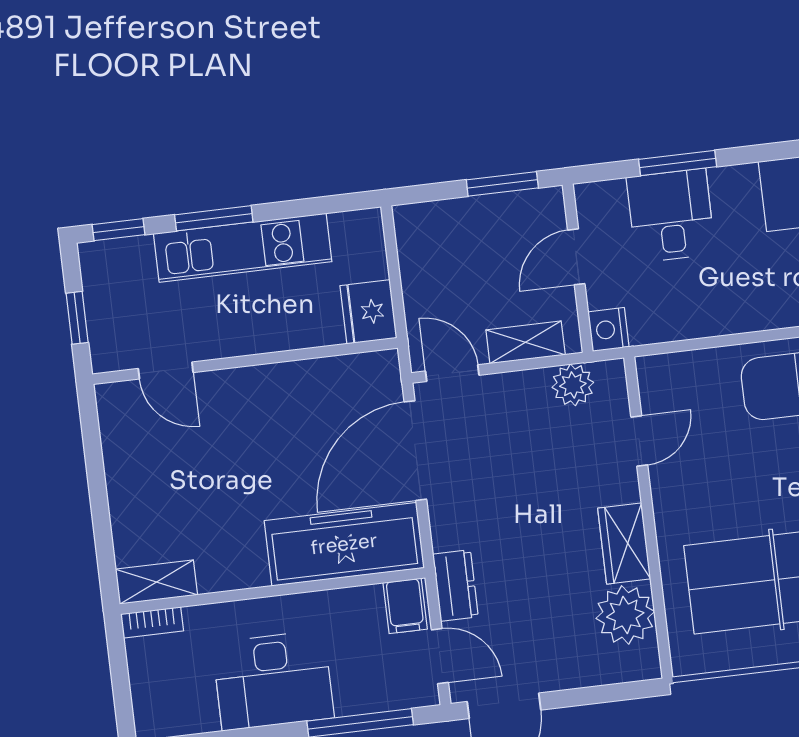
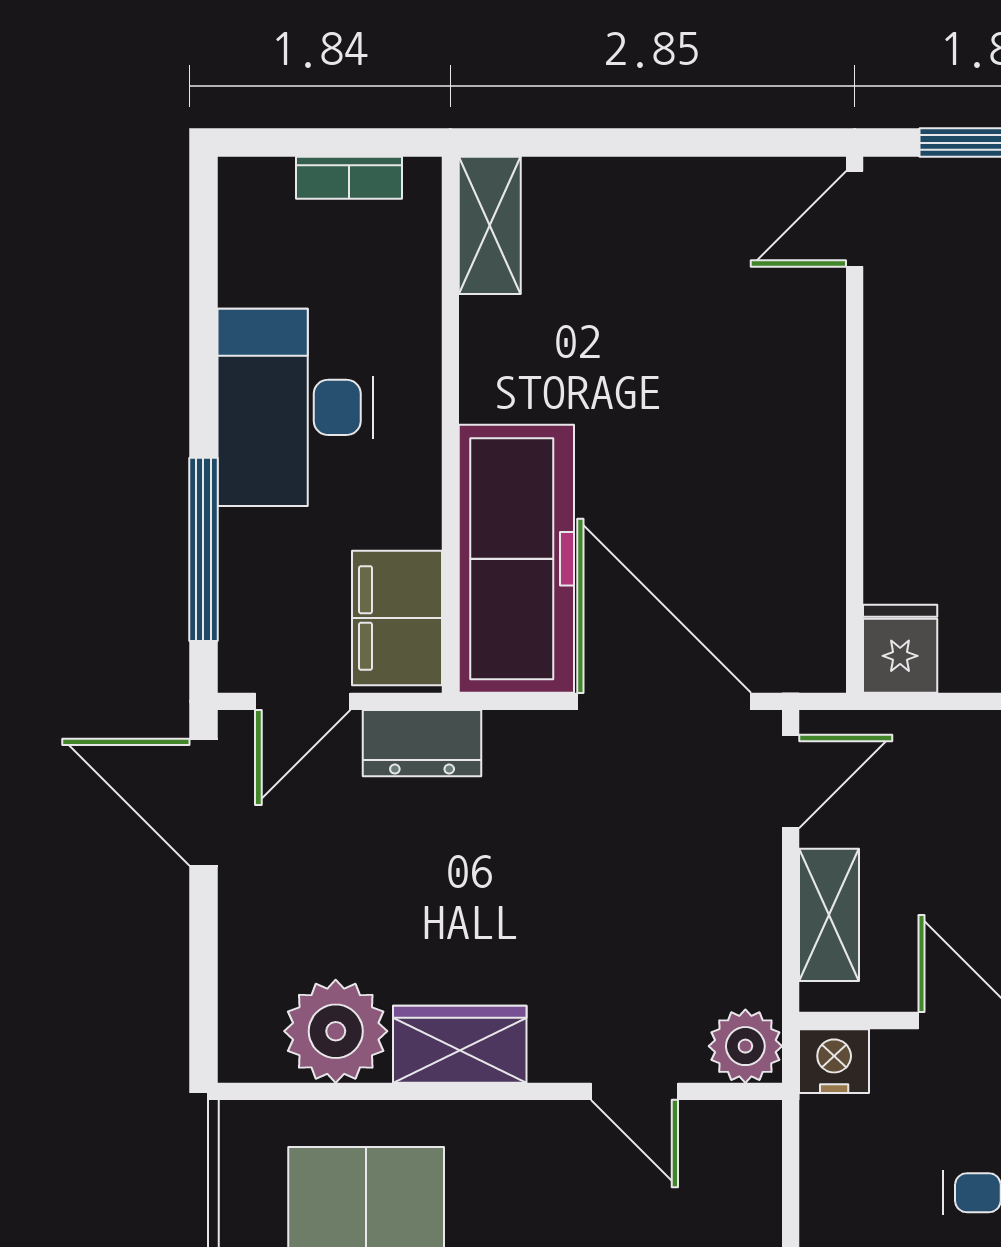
fridge: (368, 312) -> (900, 649), width x0.72
door: (166, 370) -> (855, 219), moved
plant: (573, 385) -> (745, 1046), moved
filing cabinet: (405, 606) -> (397, 618), width x2.00
bookcase: (152, 622) -> (349, 178), moved, turned -90

